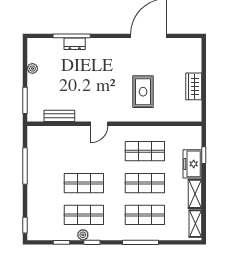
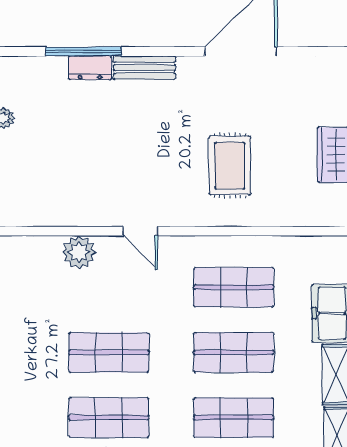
bench: (59, 116) -> (145, 68), moved
door: (99, 124) -> (140, 231), hinge flipped
plant: (69, 134) -> (79, 252), added

